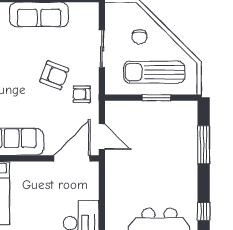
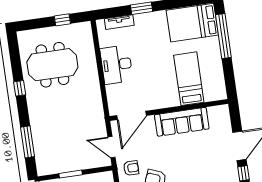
door: (102, 137) -> (112, 147), moved

